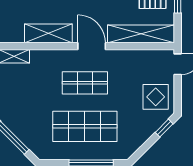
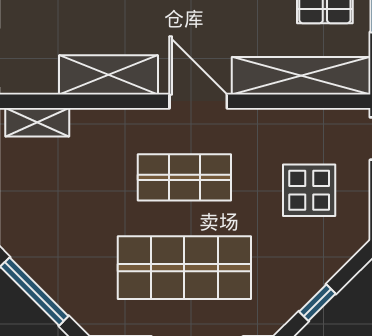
display table: (156, 97) -> (309, 190), moved
window: (164, 128) -> (317, 303), moved

